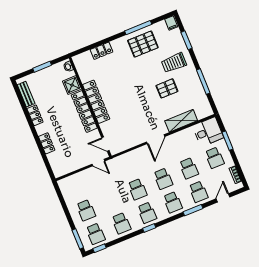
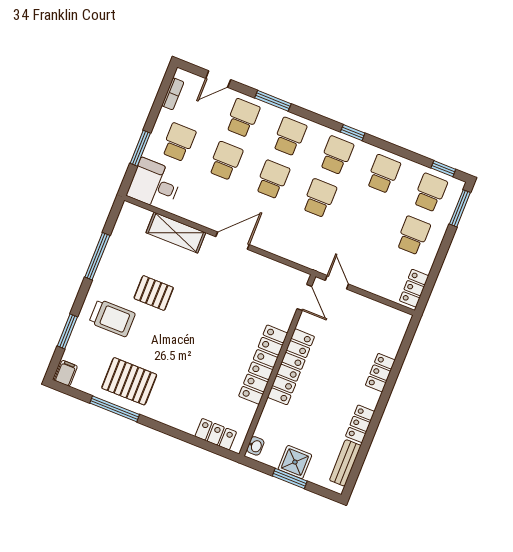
locker: (102, 51) -> (216, 434), moved
shower: (72, 85) -> (295, 462), moved
locker: (65, 190) -> (414, 288), added

